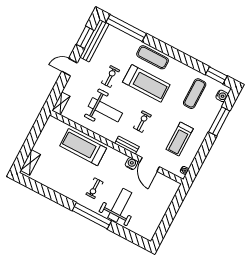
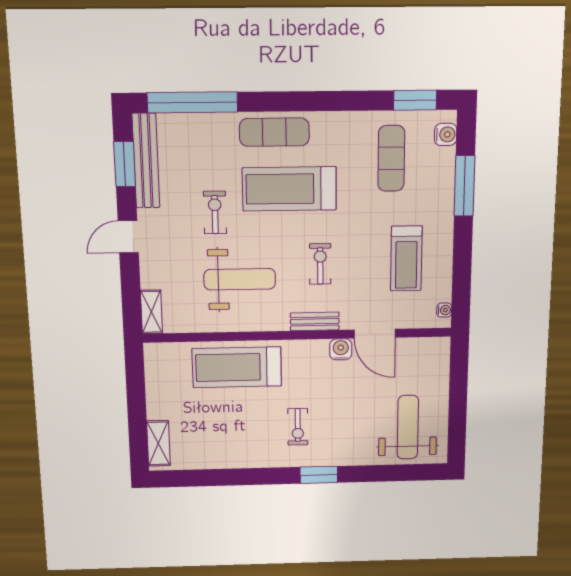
treadmill: (146, 83) -> (289, 189), turned 180
weight bench: (120, 205) -> (408, 427), moved
window: (92, 216) -> (319, 475), width x0.47

